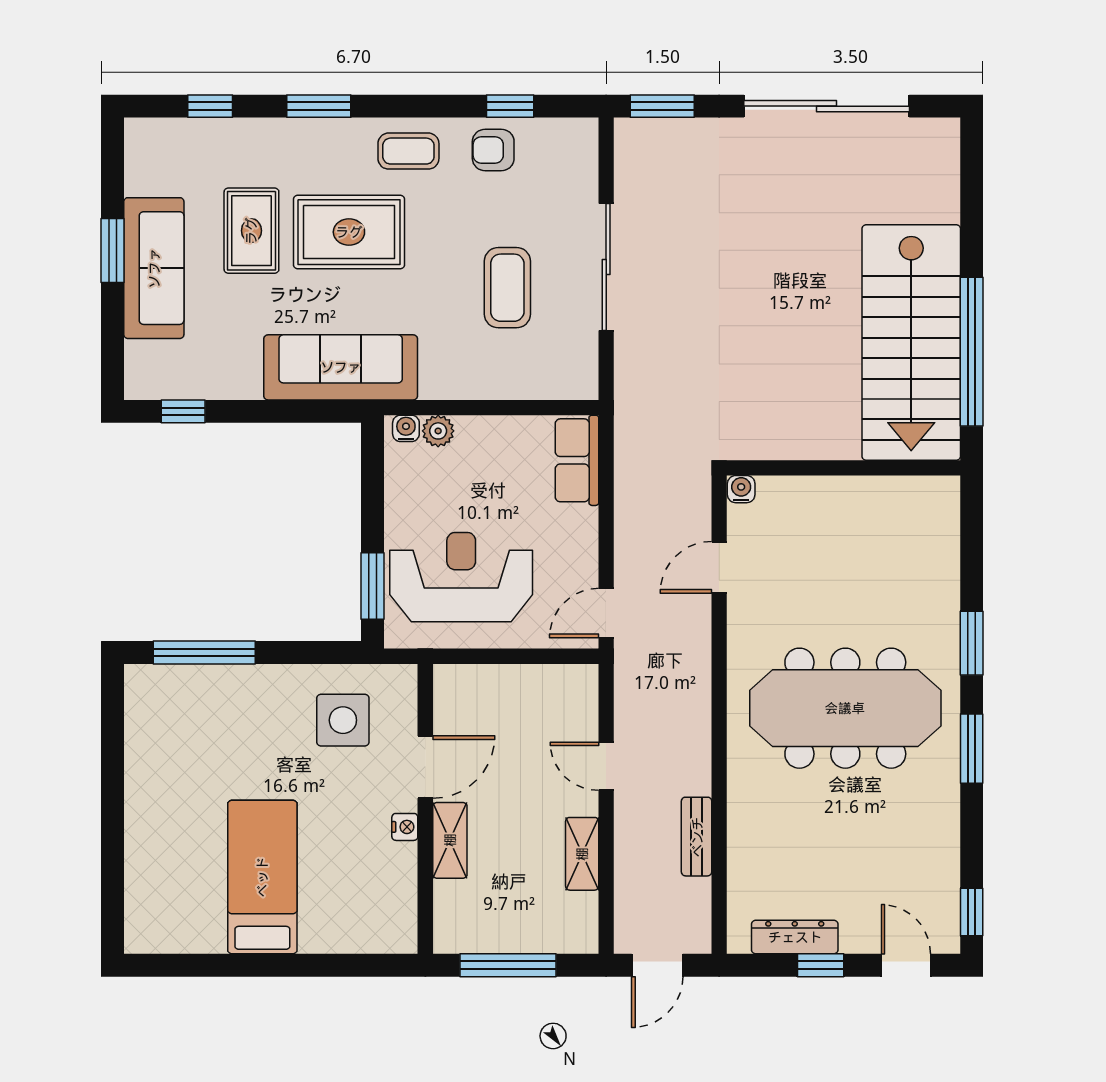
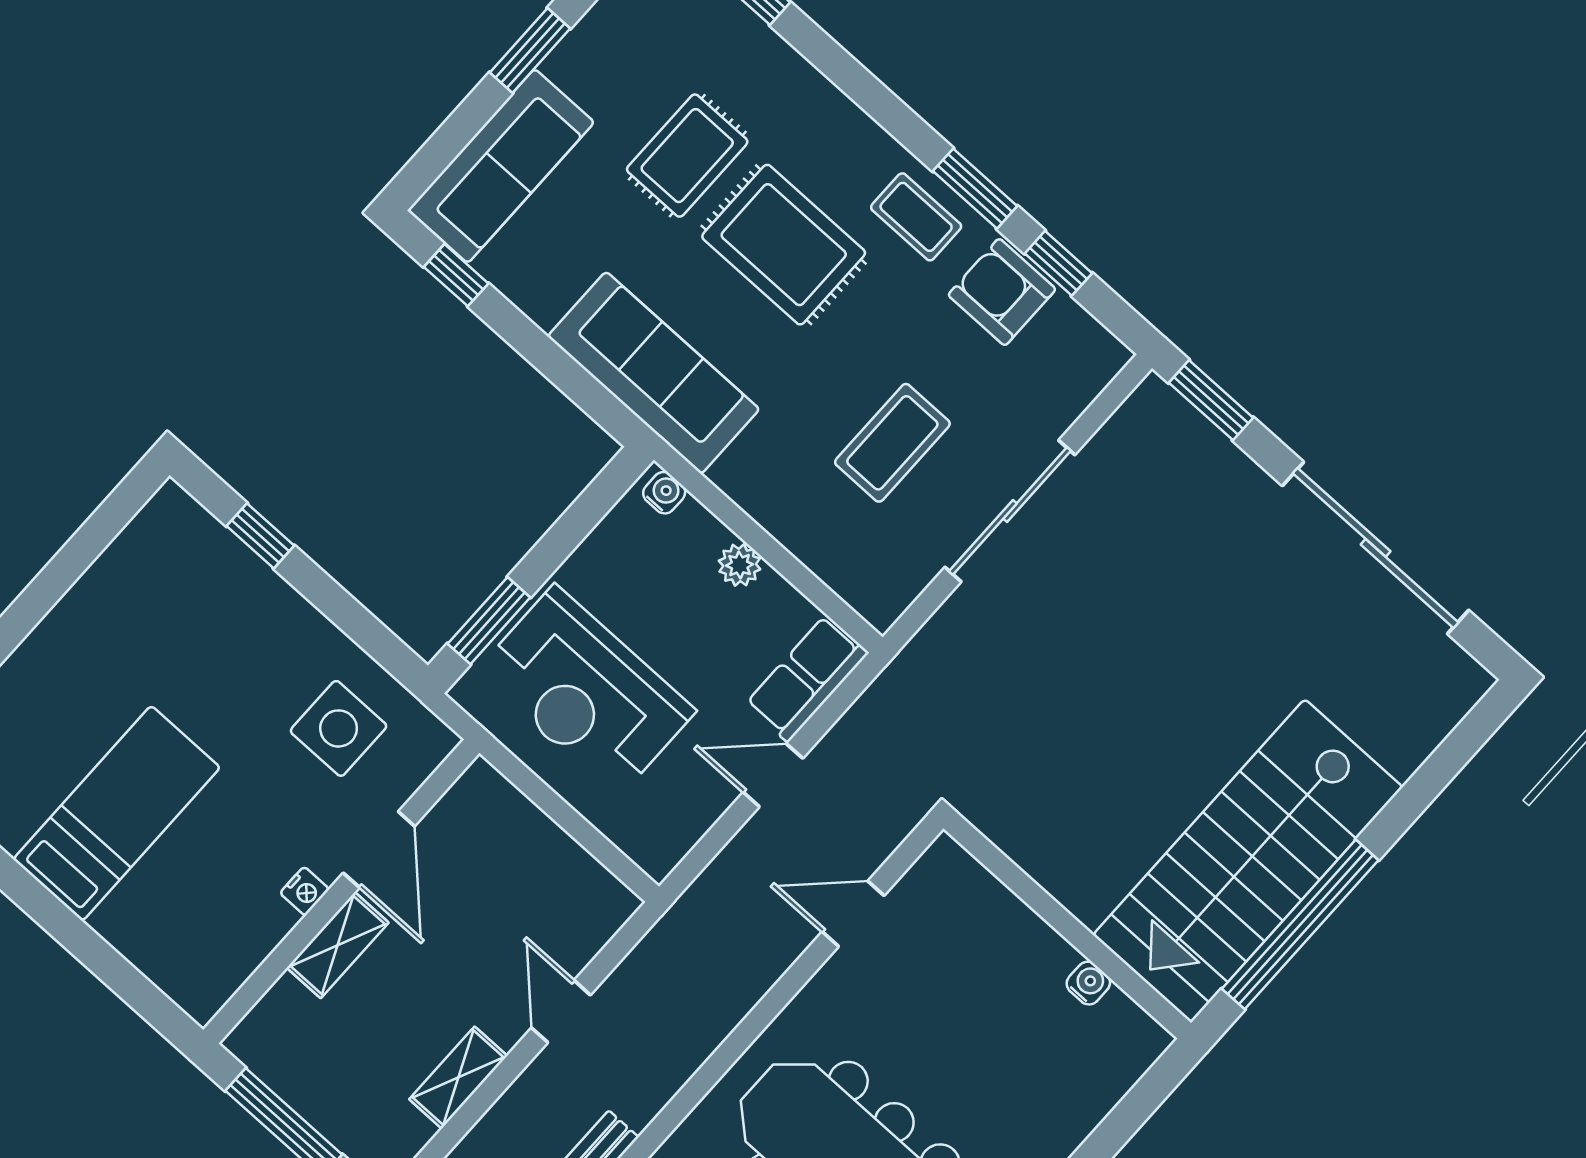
window: (319, 106) -> (975, 189), moved
armchair: (493, 150) -> (1002, 292), width x1.38, depth x1.38
sofa: (154, 268) -> (501, 166), moved
plant: (438, 431) -> (740, 565), moved
water cooler: (741, 489) -> (1088, 983), moved
reception desk: (461, 577) -> (586, 691), turned 180
door: (606, 613) -> (773, 775), moved
window: (204, 652) -> (260, 536), width x0.46
door: (425, 767) -> (379, 850), hinge flipped

